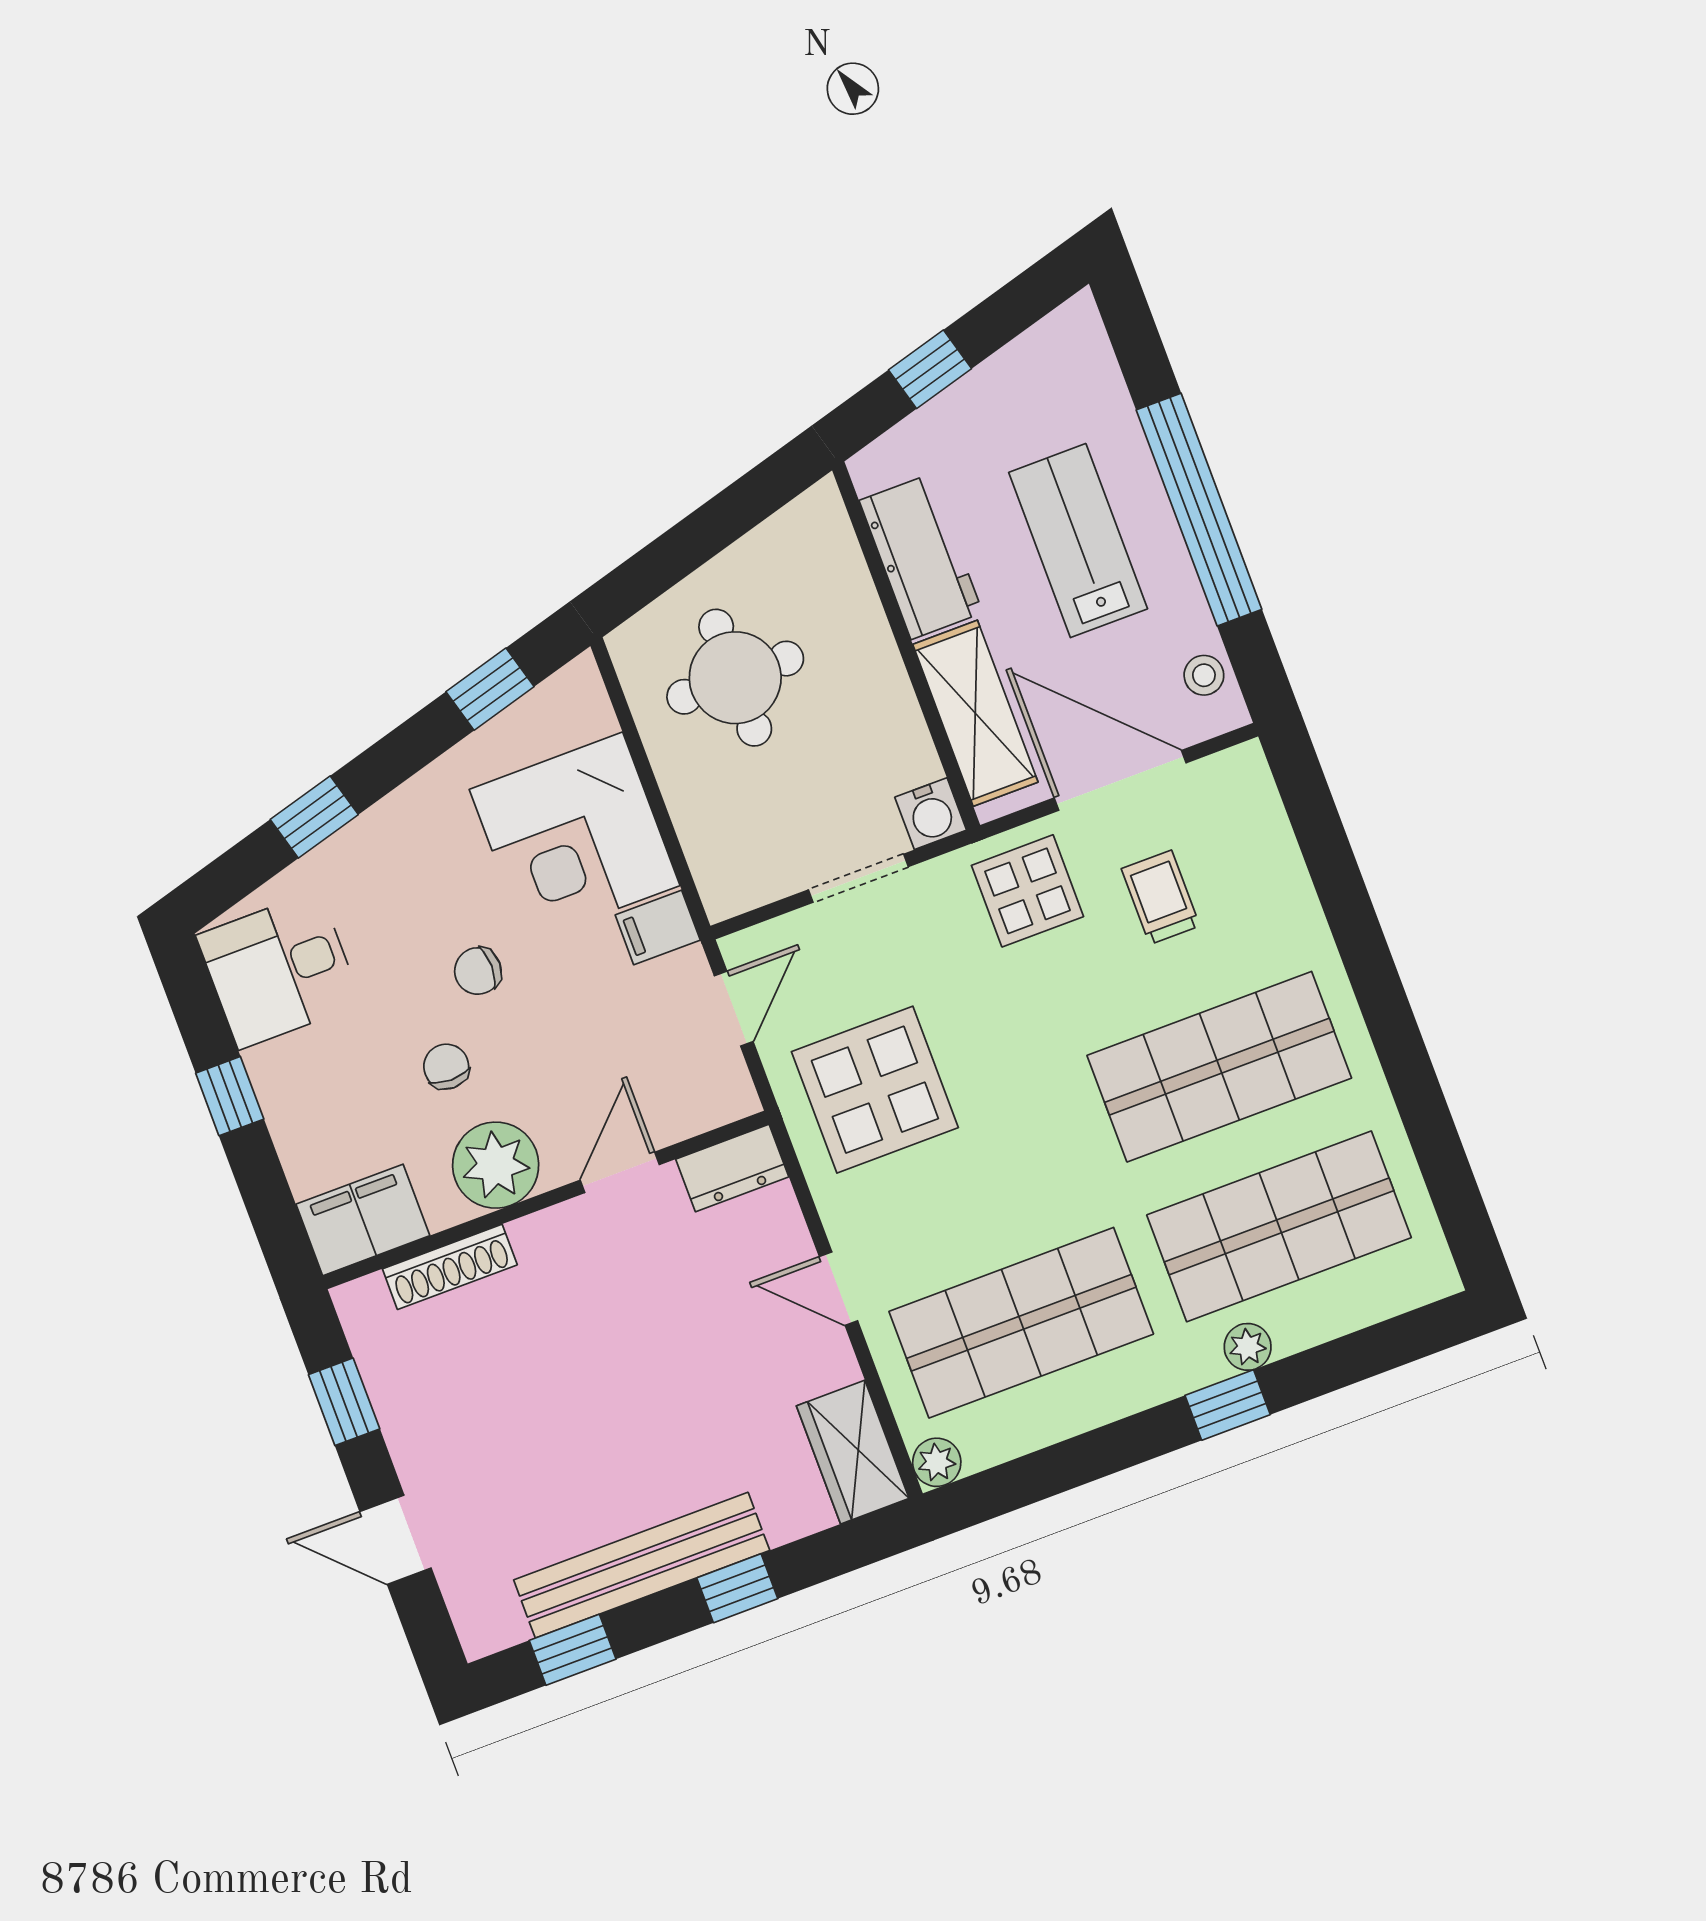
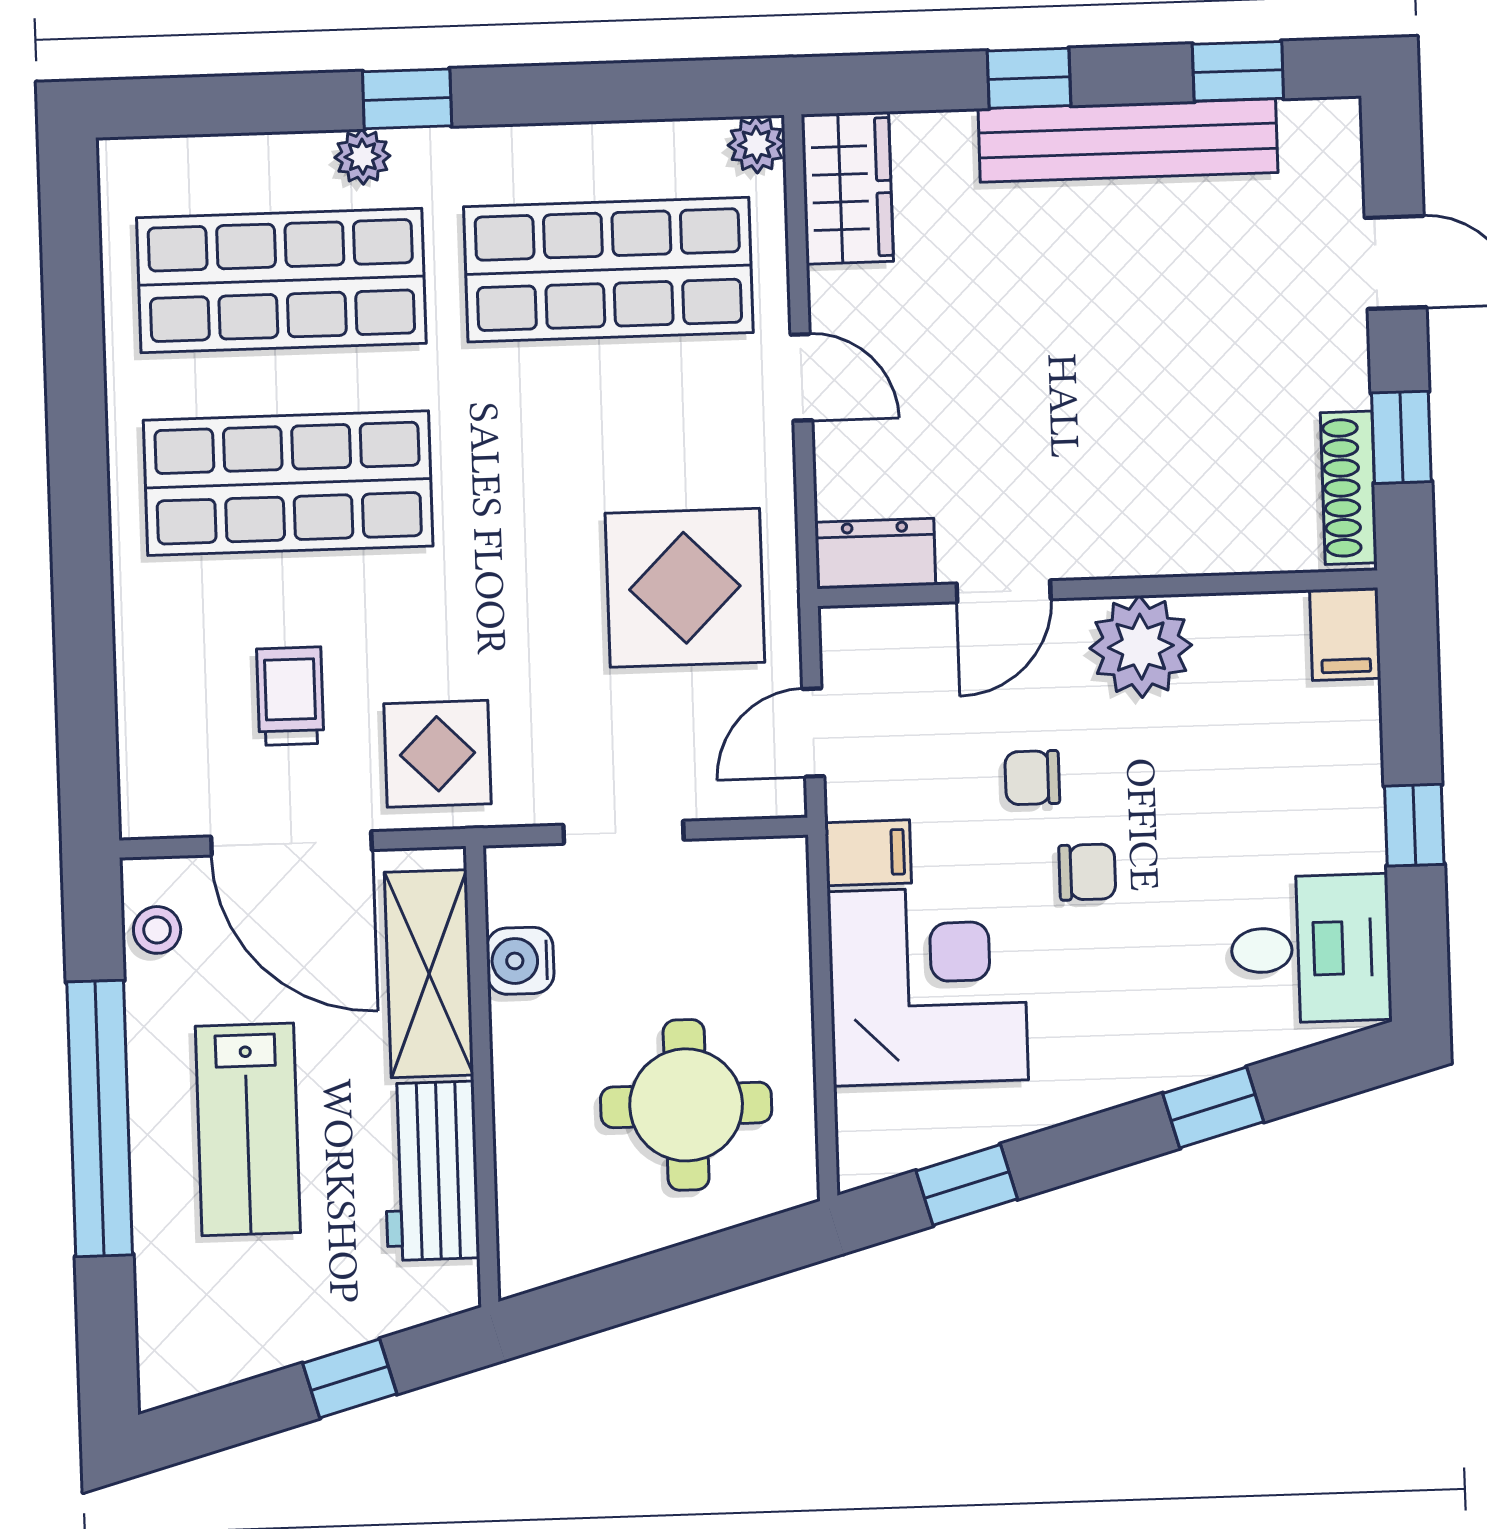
water cooler: (931, 814) -> (520, 961), moved, turned -90
trolley: (1161, 897) -> (290, 696), turned 180
chair: (446, 1067) -> (1032, 778), moved, turned 90
filing cabinet: (363, 1220) -> (1345, 634), width x0.50
shoe rack: (450, 1267) -> (1349, 488), moved, turned -90

